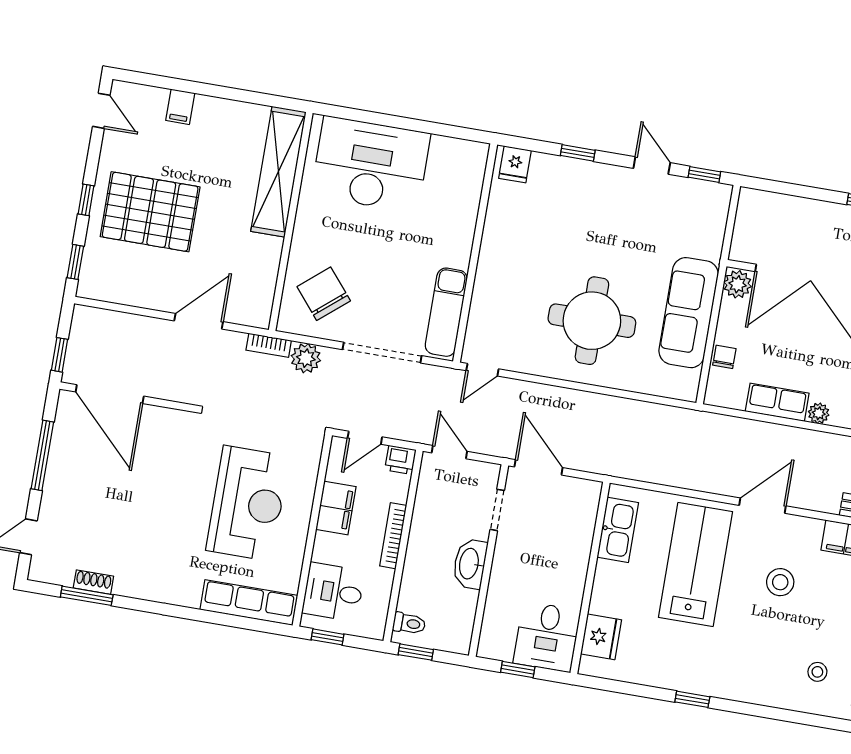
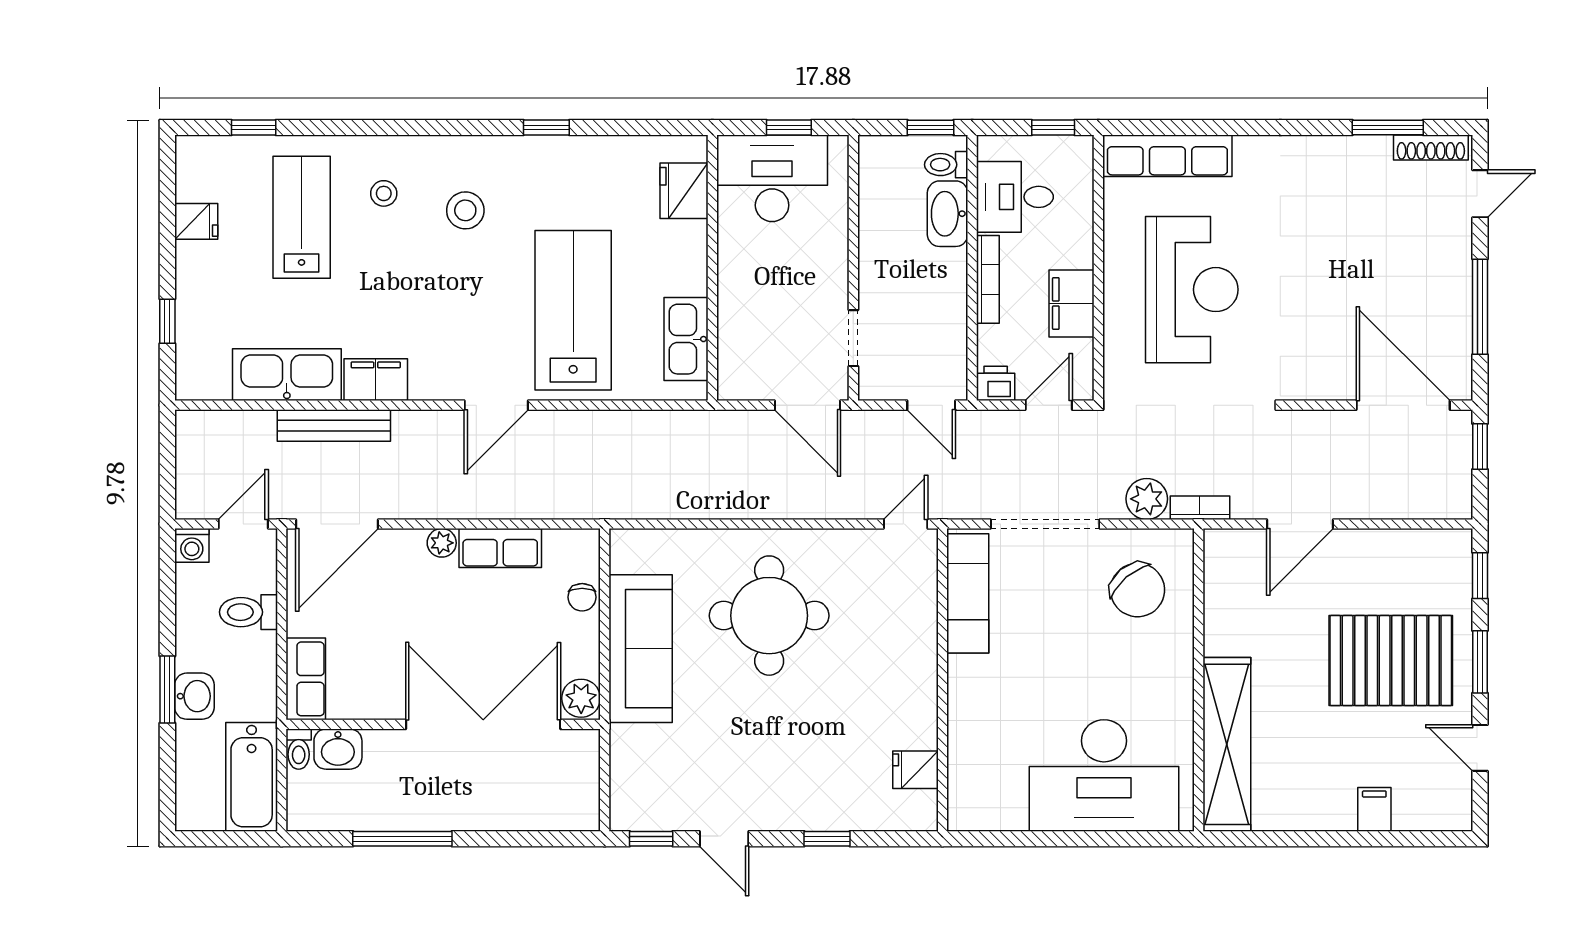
door: (101, 111) -> (1480, 748), moved
fridge: (515, 164) -> (915, 770), moved, turned -90
window: (86, 200) -> (1480, 662), width x1.50
reception desk: (248, 503) -> (1192, 290), turned 180
washbasin: (470, 564) -> (948, 214), moved, turned 180
lab bench: (695, 564) -> (573, 310), turned 180
shoe rack: (93, 582) -> (1431, 148), moved, width x1.43
stool: (780, 582) -> (465, 210), moved
desk: (333, 592) -> (1015, 197), moved, turned 180
desk: (547, 637) -> (772, 178), width x1.37

